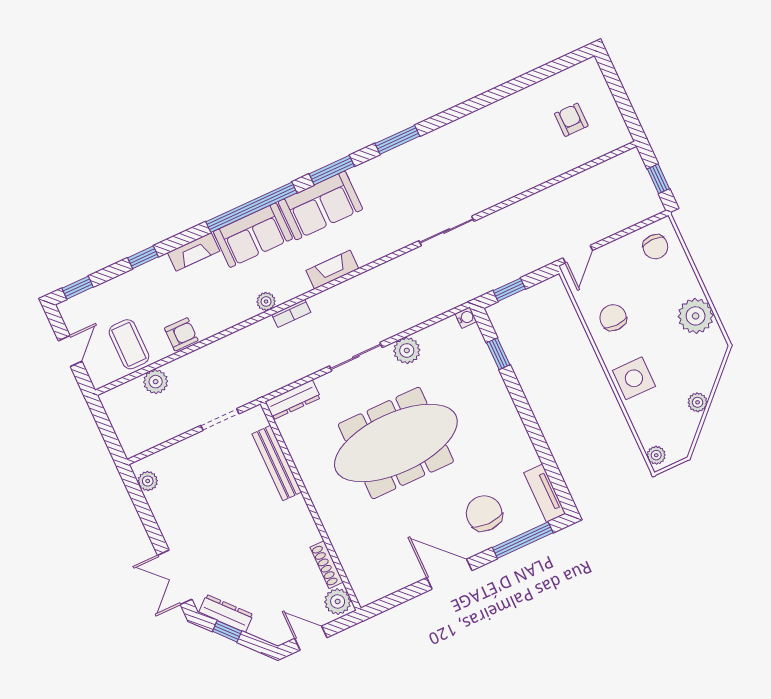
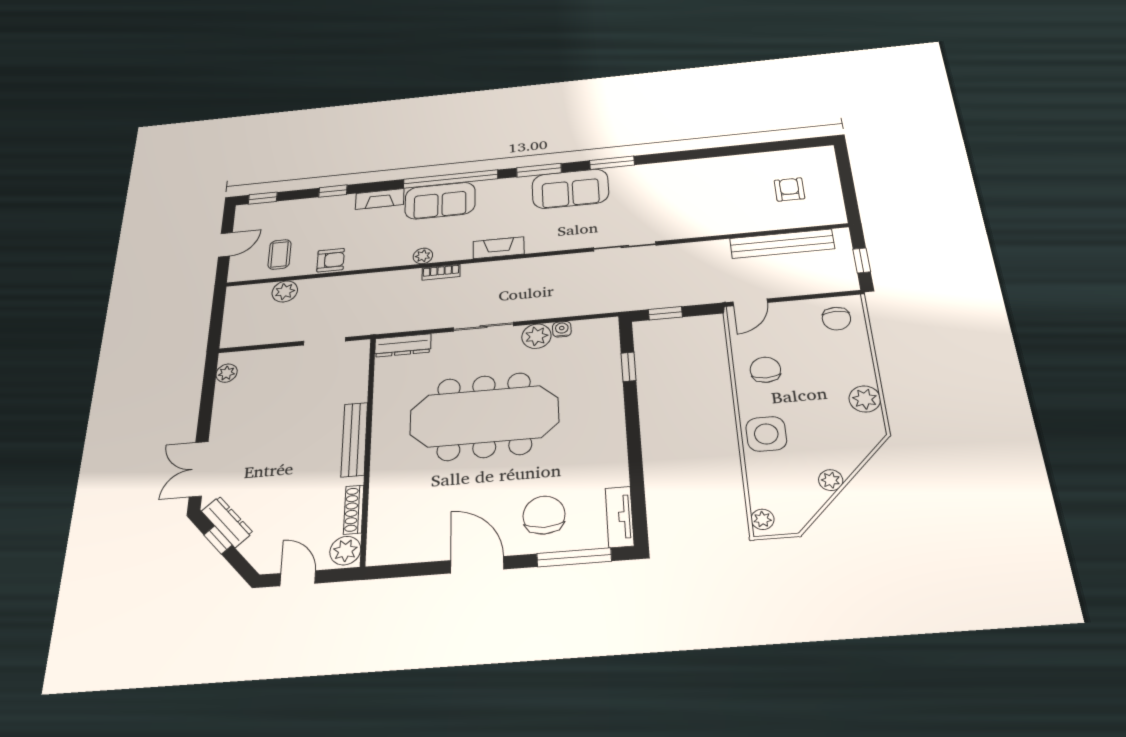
bench: (584, 183) -> (782, 244), added
sofa: (320, 205) -> (570, 189), moved
plant: (696, 316) -> (865, 399), width x0.73, depth x0.73
water cooler: (466, 318) -> (562, 329), moved, turned -90
coffee table: (129, 344) -> (280, 254), width x0.73, depth x0.77
bench: (277, 463) -> (354, 439), moved

